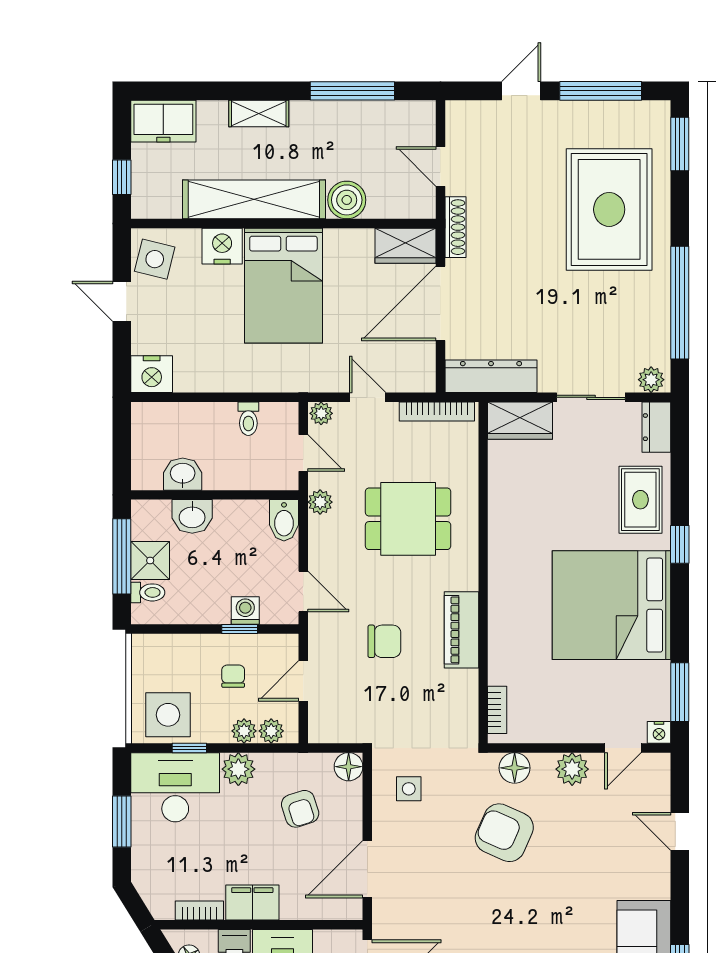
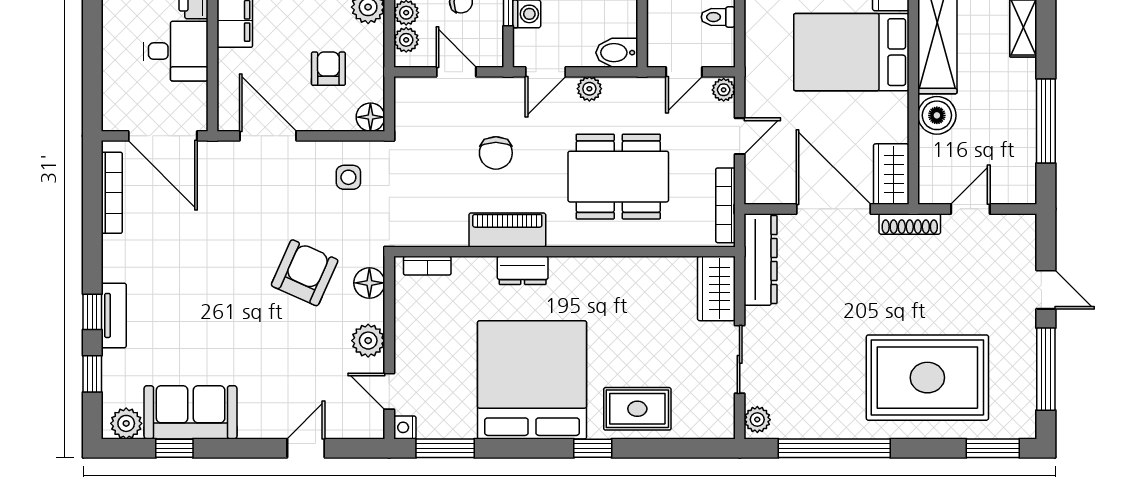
dresser: (656, 427) -> (523, 270), moved, turned 180
plant: (320, 502) -> (589, 89), moved
dining table: (408, 519) -> (618, 177), width x1.38
armchair: (300, 809) -> (328, 69), turned 108

